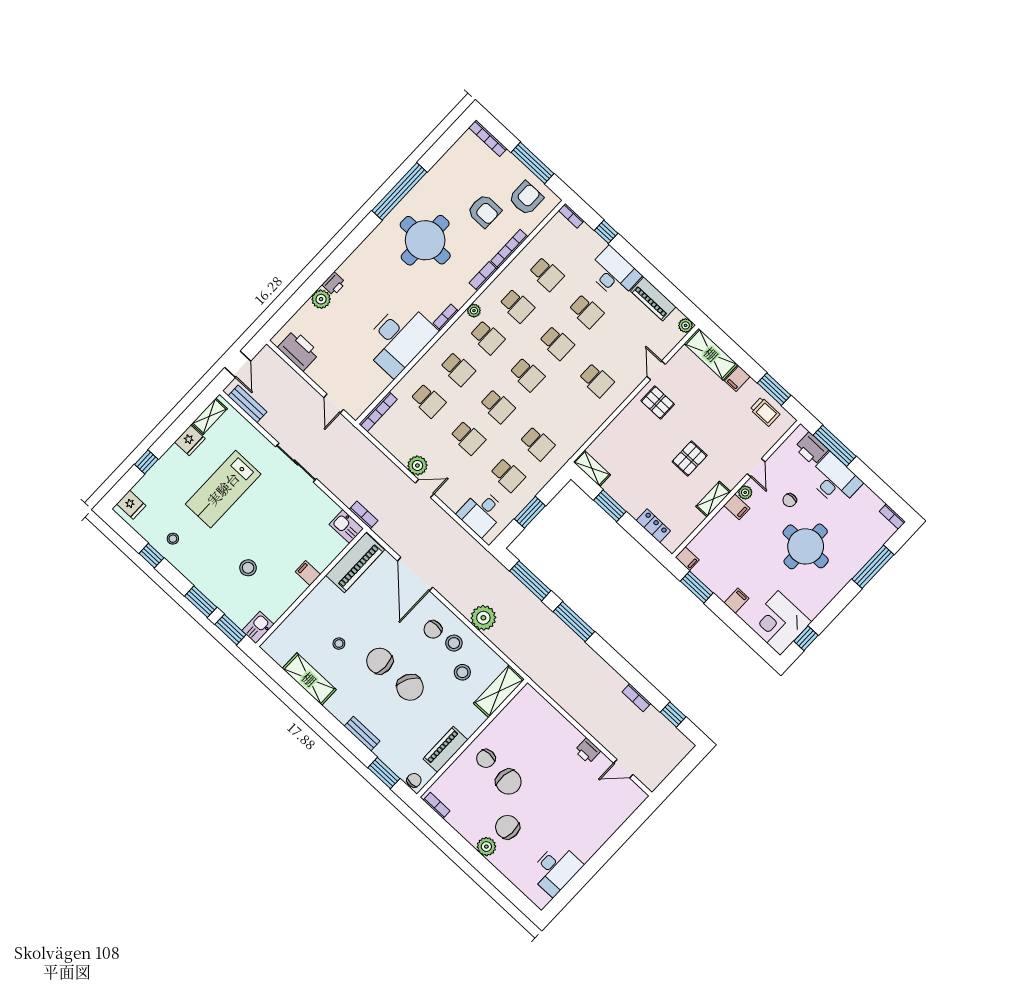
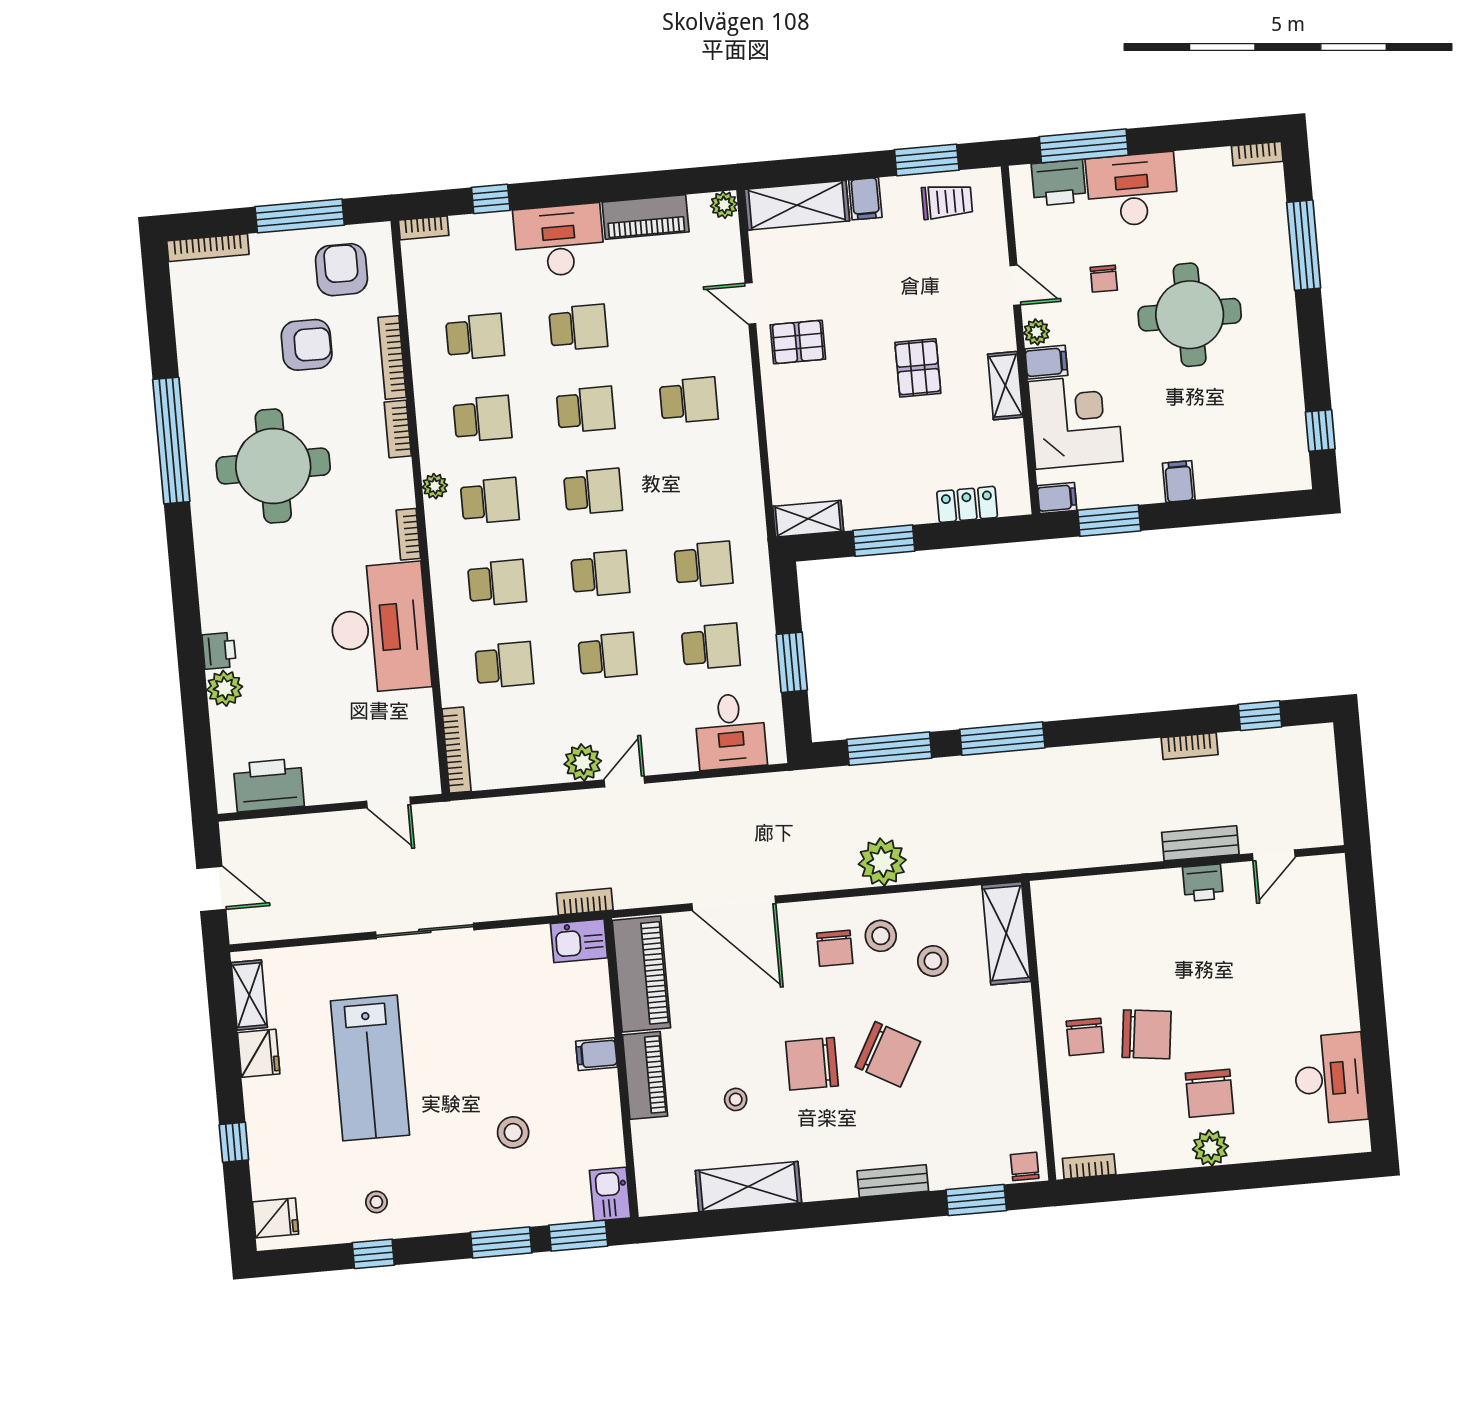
bench: (247, 404) -> (1200, 843), moved
corner desk: (779, 623) -> (1076, 422), moved, turned 180
piano: (445, 749) -> (645, 1075), moved, turned 180
chair: (507, 827) -> (1210, 1093), turned -92

